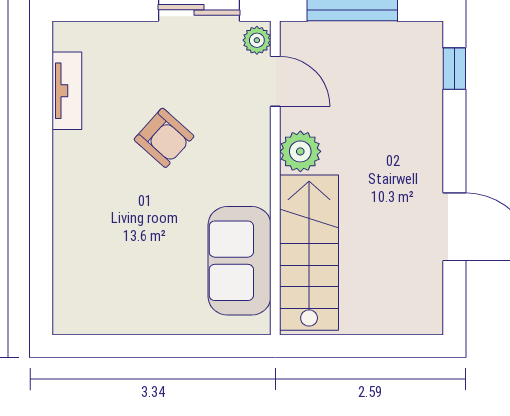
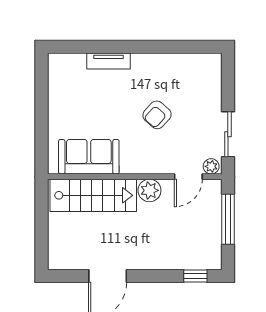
tv unit: (67, 91) -> (109, 61), moved

